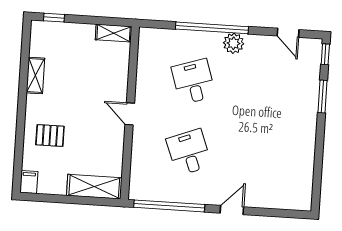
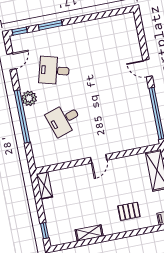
pallet: (50, 135) -> (129, 211), turned 90
desk: (189, 152) -> (54, 70), moved, turned 36

